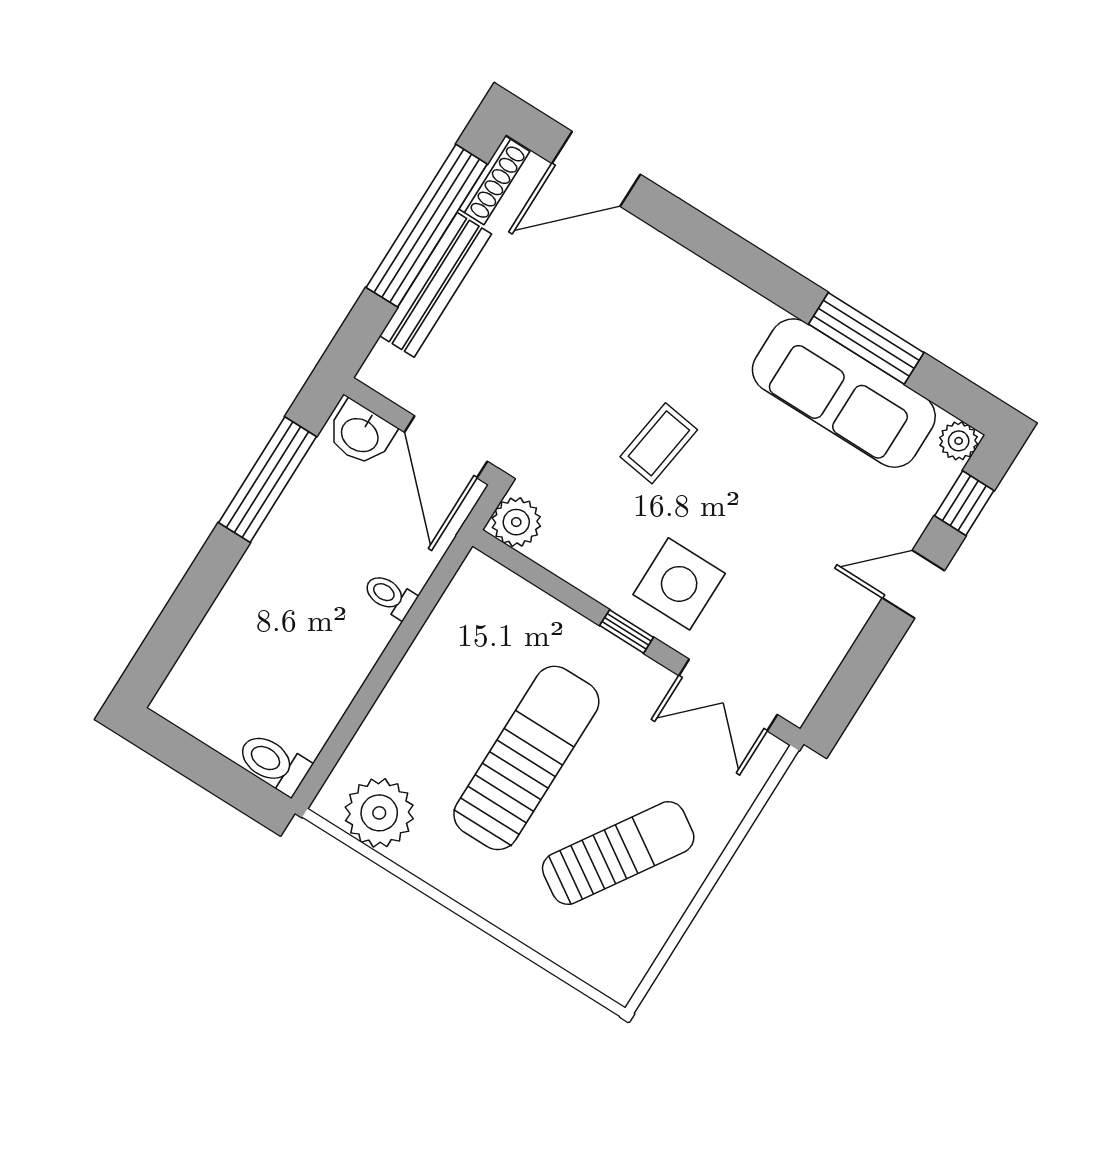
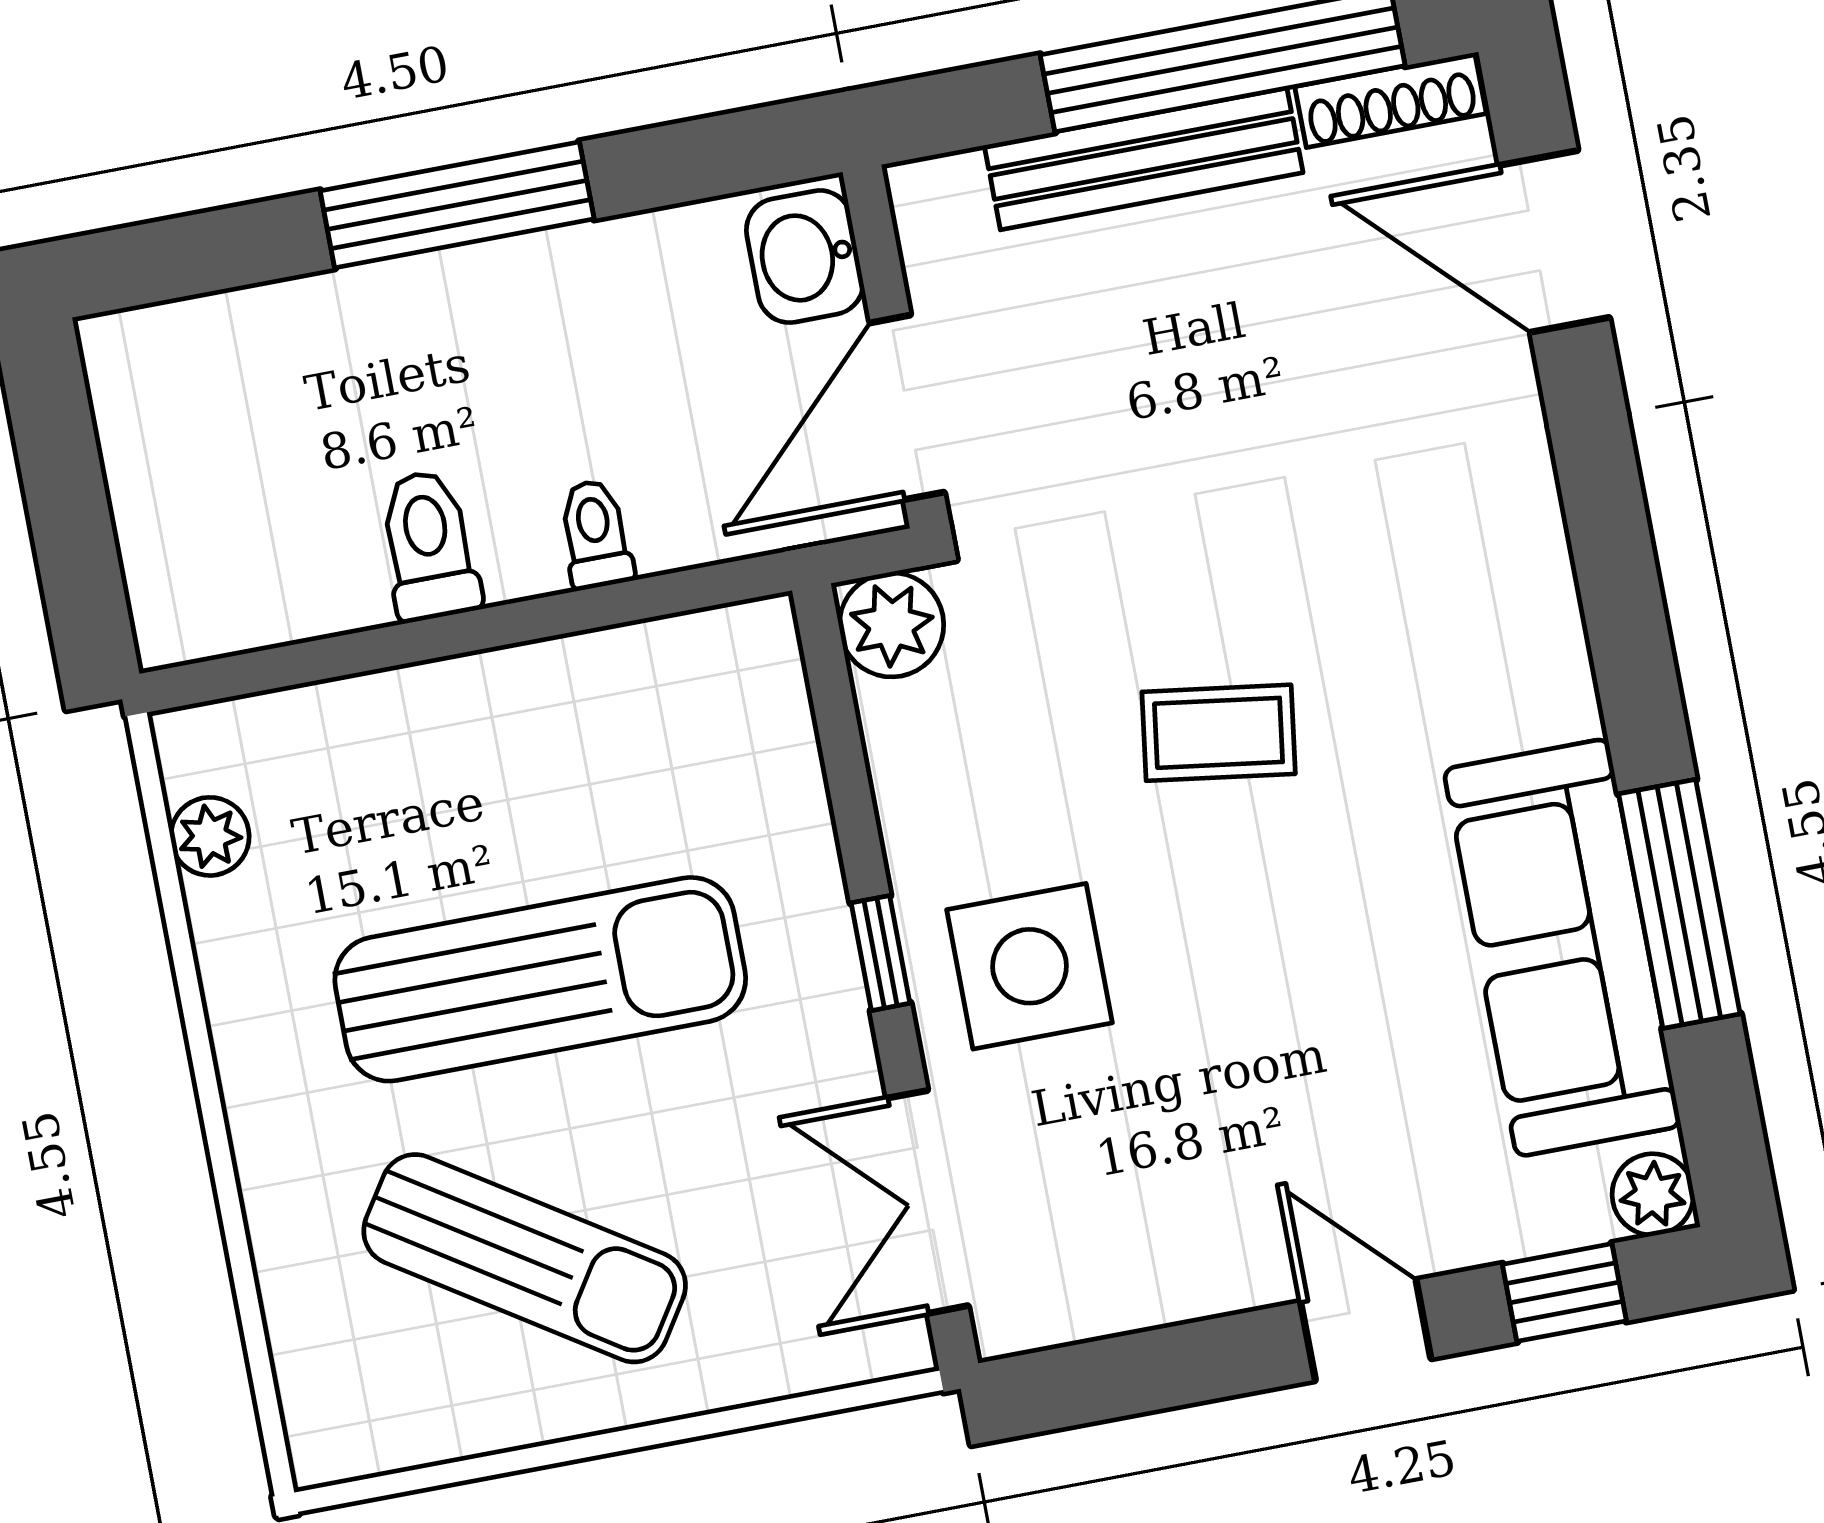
window: (267, 480) -> (457, 205), moved
toilet: (274, 763) -> (429, 546), moved
plant: (379, 813) -> (210, 836), width x0.53, depth x0.53

